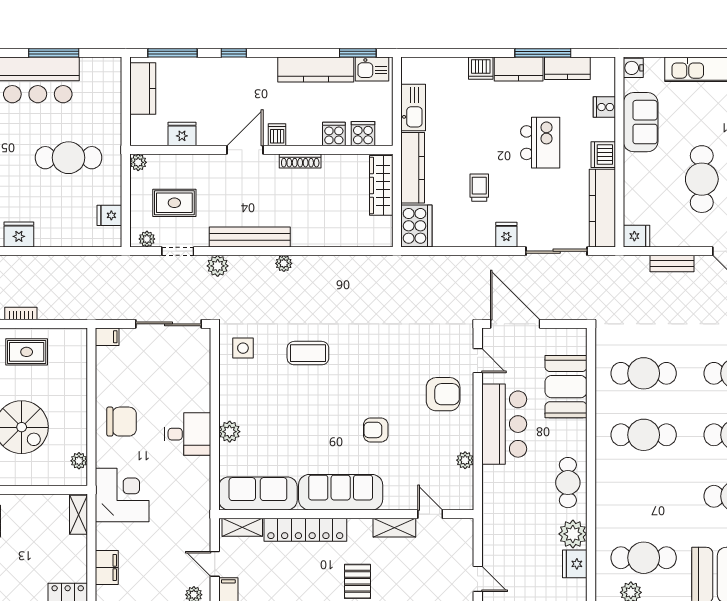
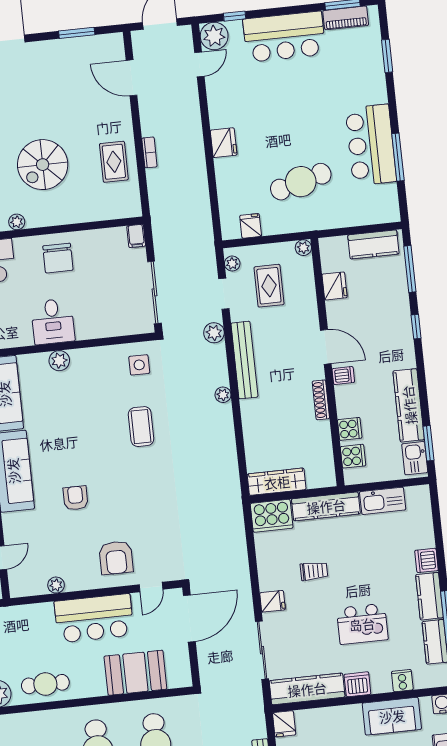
cafe table: (69, 158) -> (301, 182), turned 75
wardrobe: (381, 185) -> (277, 482), moved

